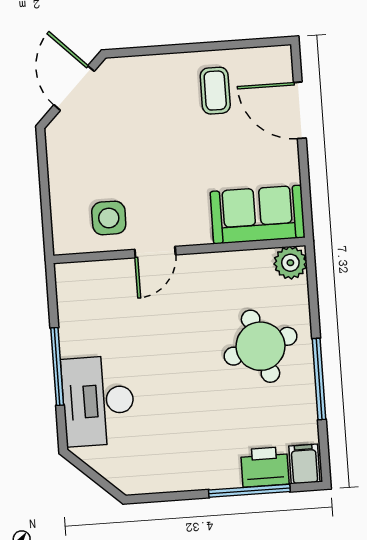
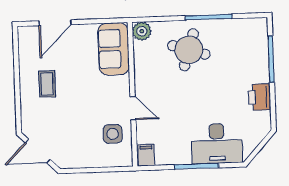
coffee table: (215, 91) -> (47, 84), moved, turned 90
round table: (261, 346) -> (189, 50), turned 33
filing cabinet: (304, 464) -> (146, 155), moved, turned 90
printer: (265, 467) -> (259, 97), moved

